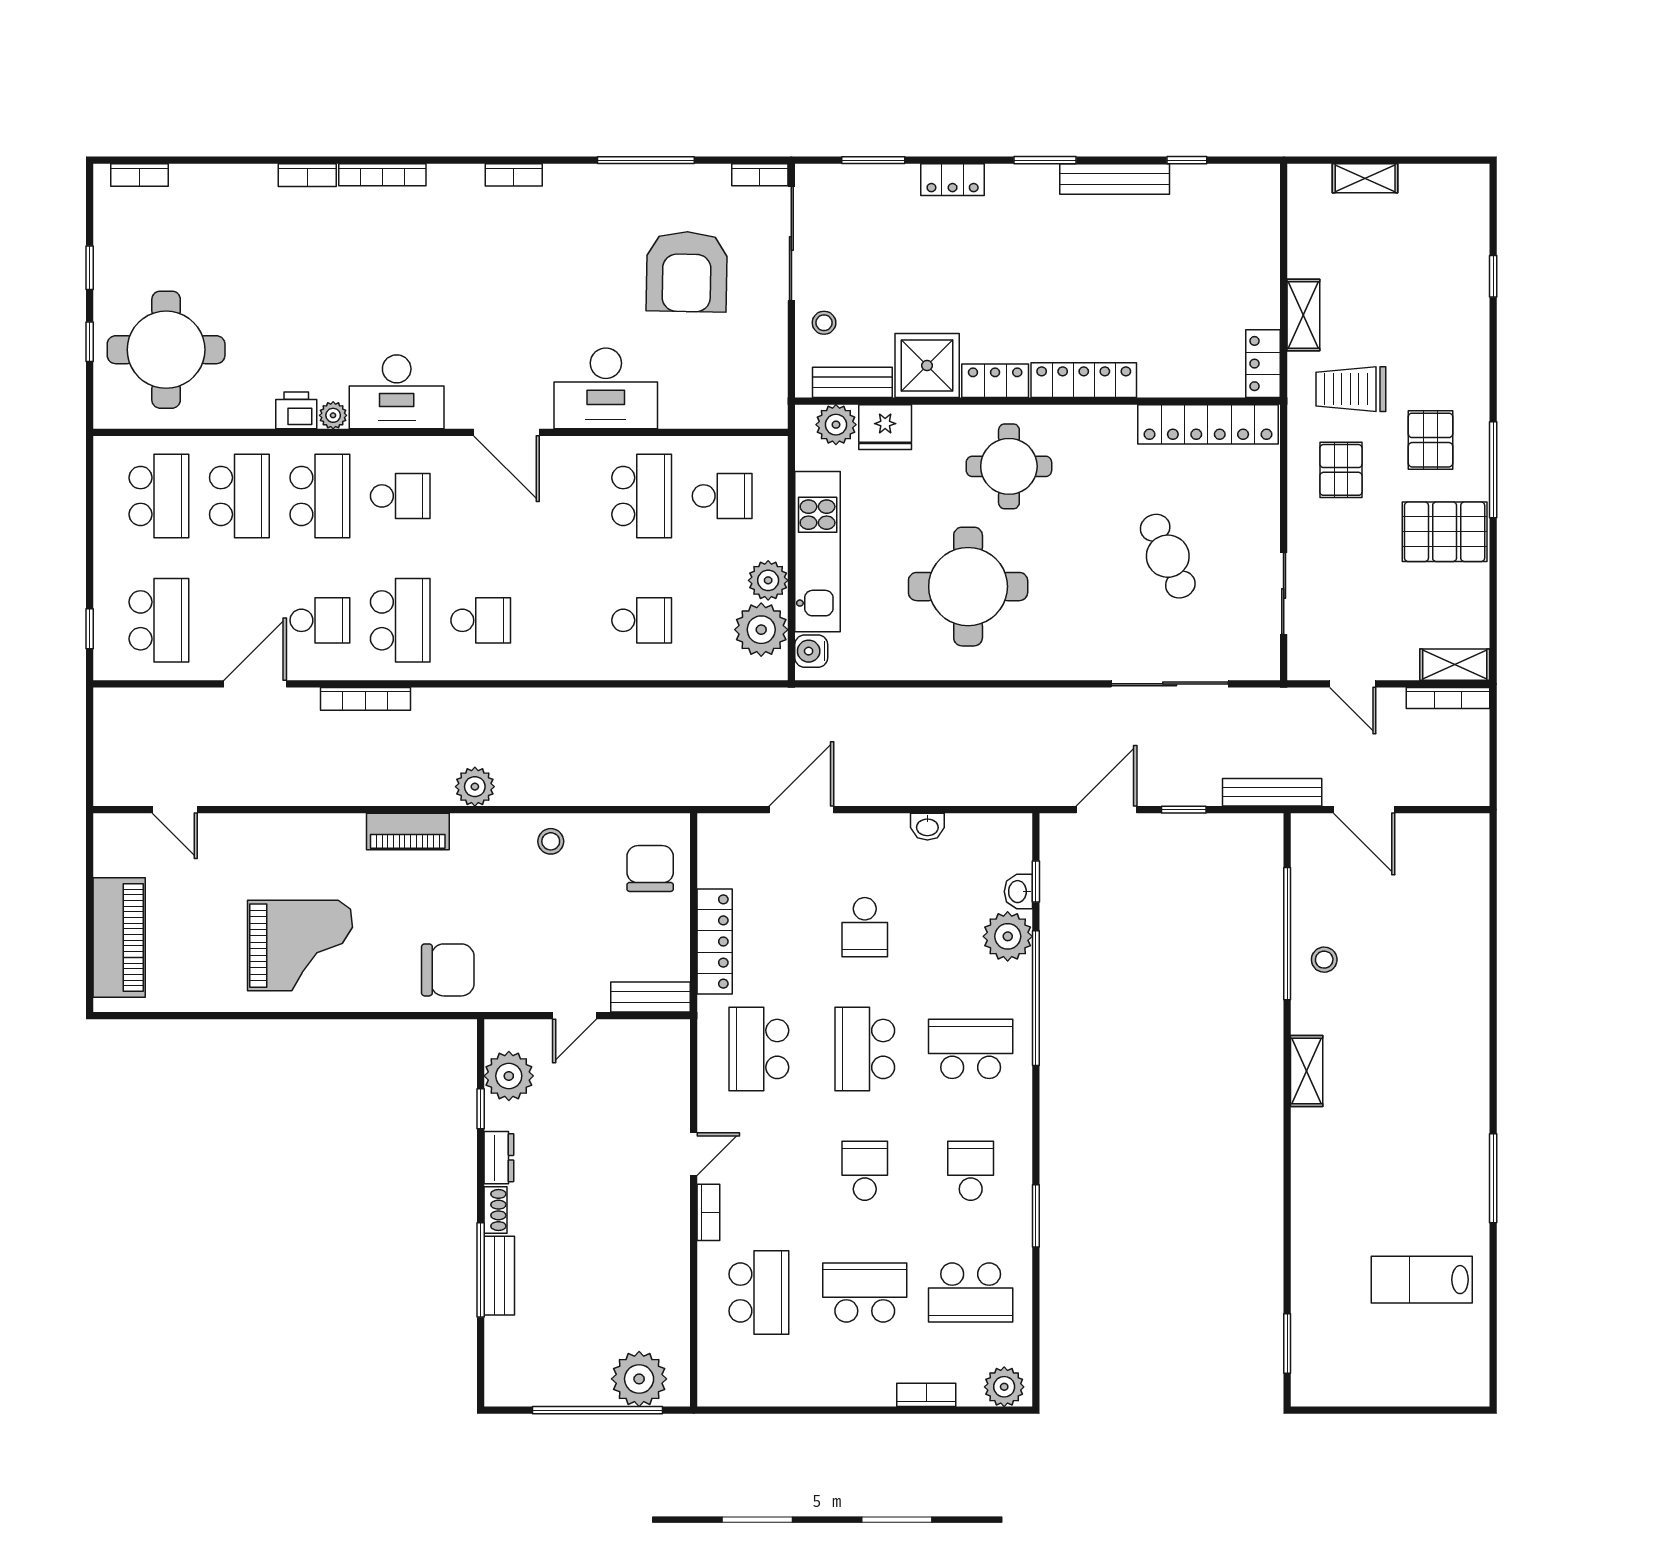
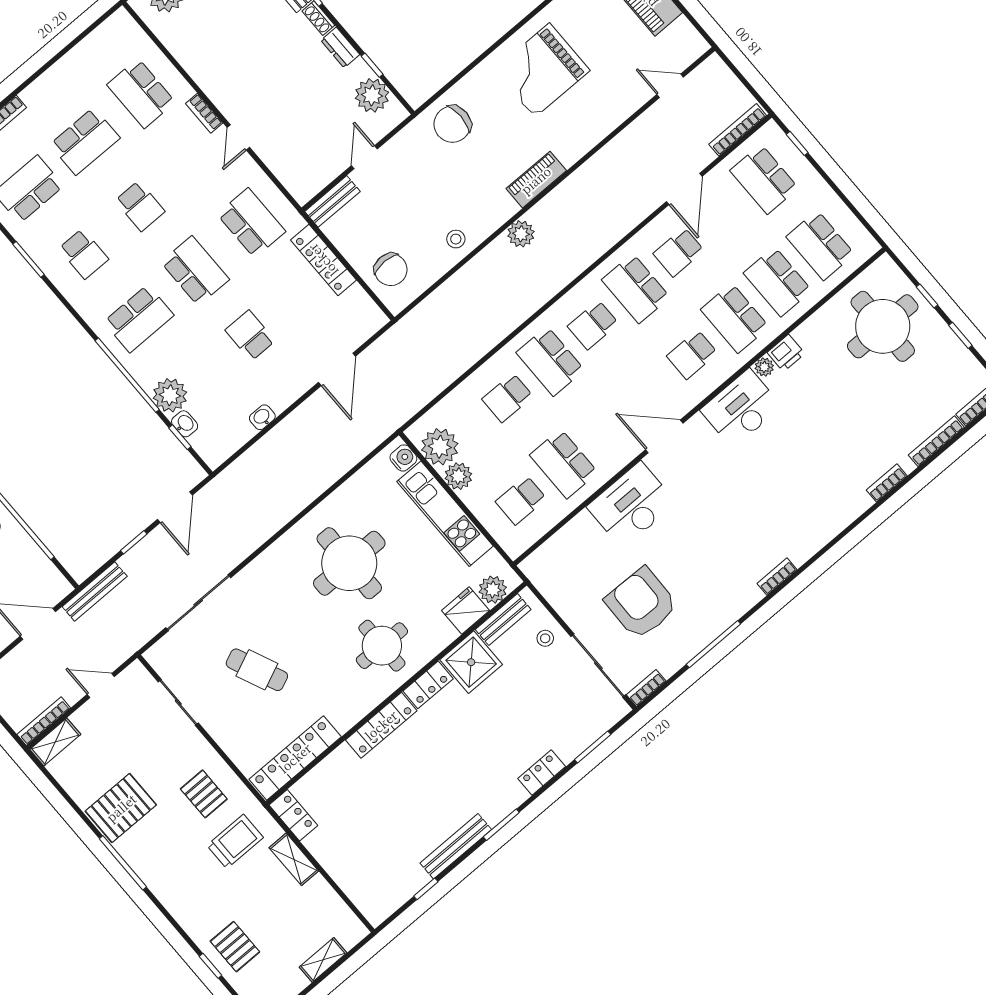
bookcase: (382, 175) -> (936, 441), moved
pallet: (1430, 440) -> (235, 947), moved
school desk: (561, 620) -> (550, 361), added
bookcase: (365, 699) -> (738, 130), moved

